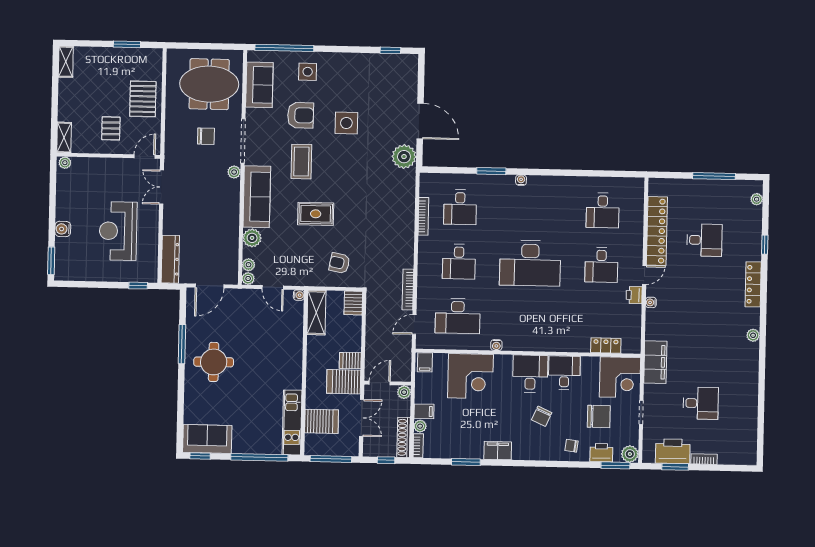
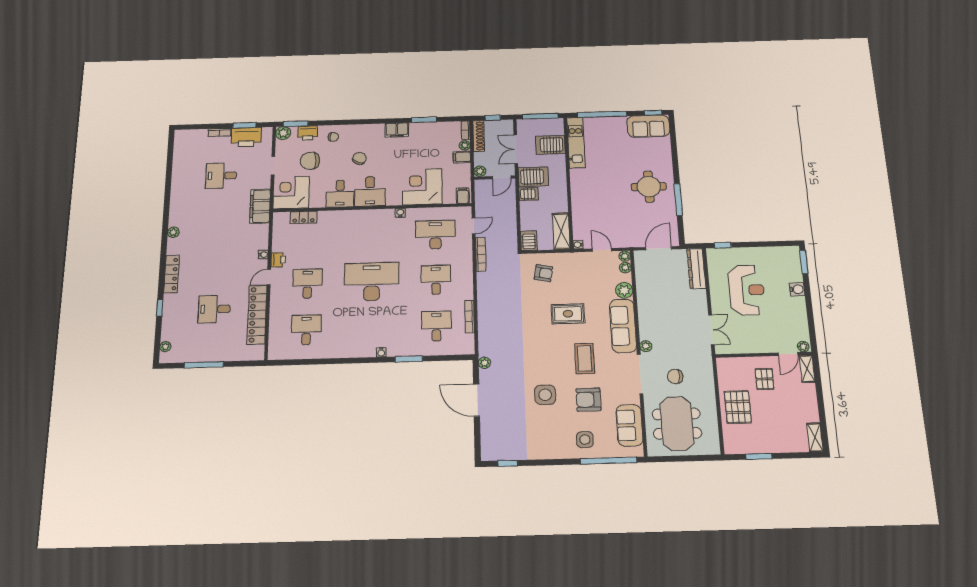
meeting table: (209, 84) -> (677, 424), turned 90
door: (145, 157) -> (788, 354), moved
plant: (404, 157) -> (485, 363), width x0.53, depth x0.53

